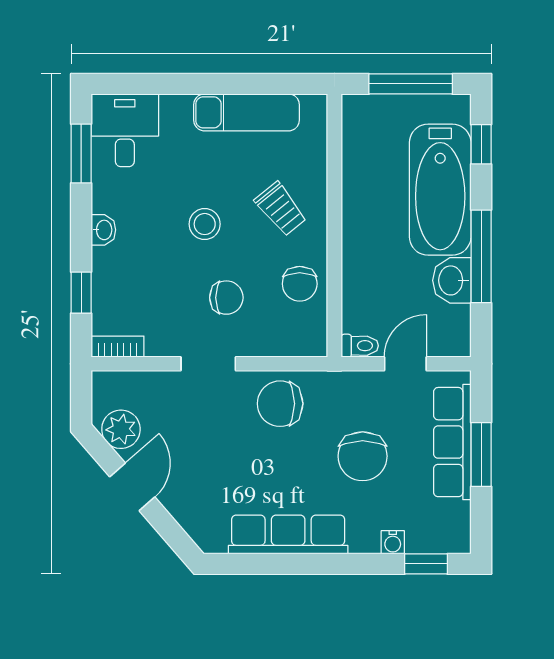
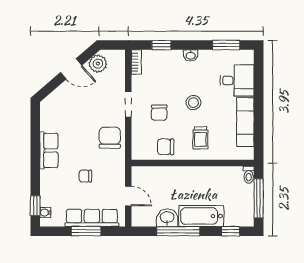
desk: (125, 130) -> (237, 80), moved
bathtub: (440, 190) -> (201, 216), width x0.73, depth x0.73
trolley: (281, 209) -> (200, 138), turned -51
toilet: (360, 346) -> (249, 175), moved
chair: (363, 456) -> (85, 176), width x0.54, depth x0.54
row of seats: (288, 534) -> (49, 150), width x0.68
water cooler: (393, 542) -> (45, 213), moved

